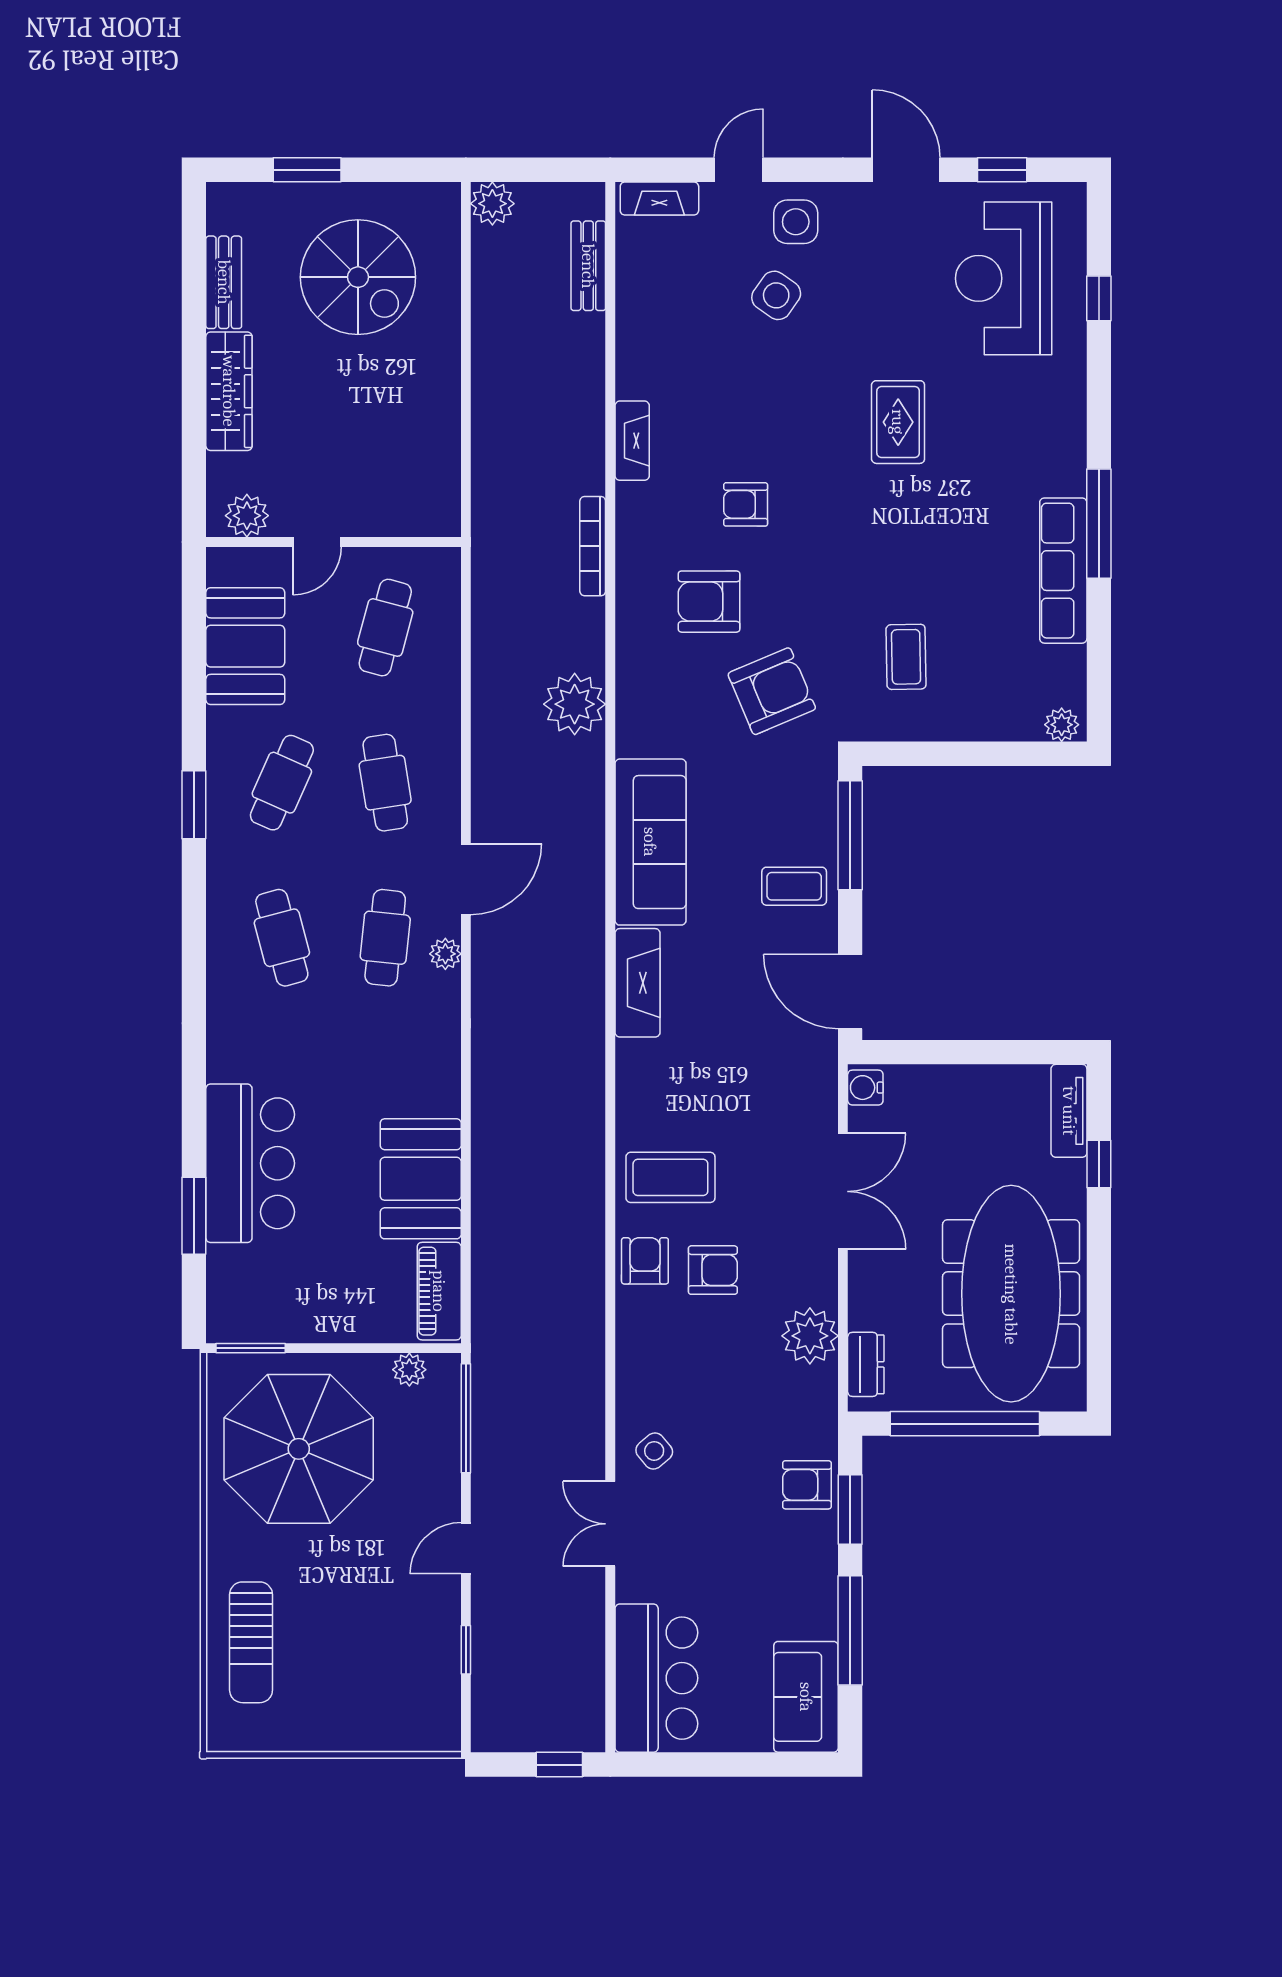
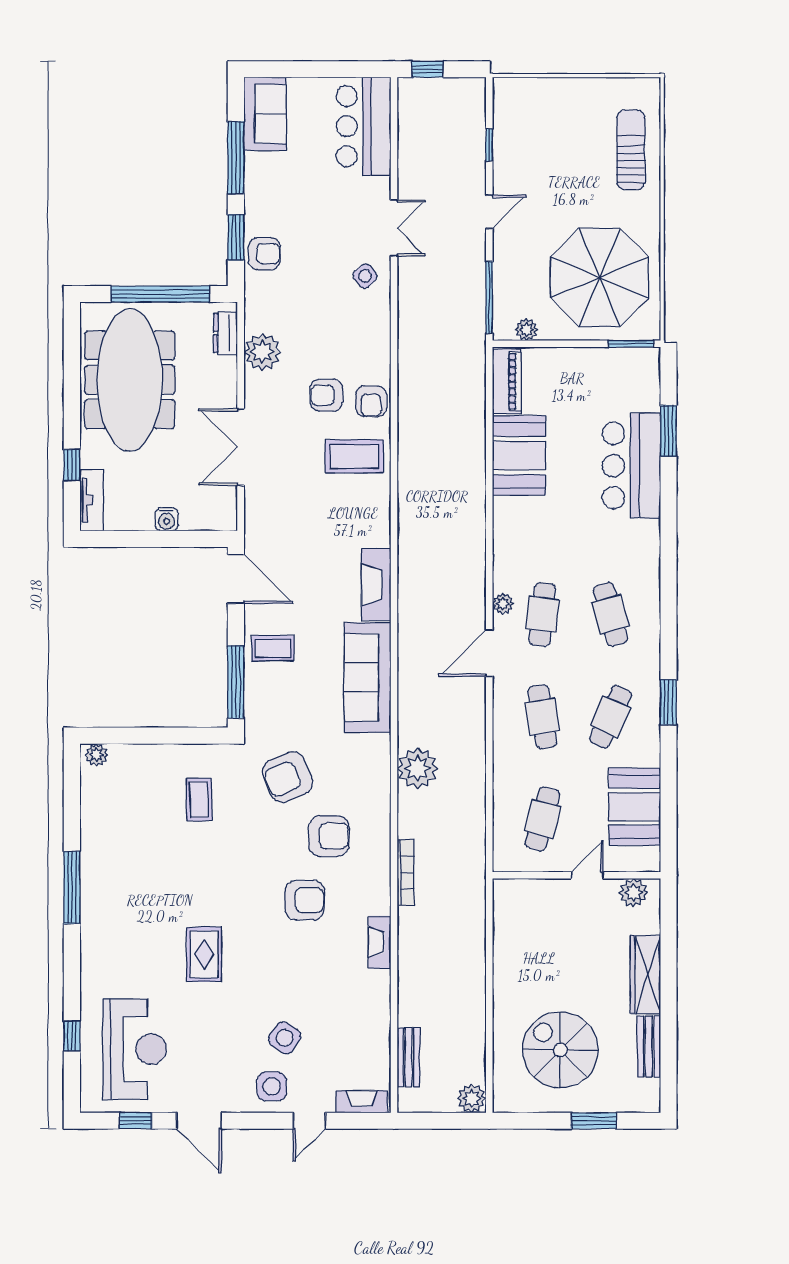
armchair: (746, 504) -> (305, 900), width x1.38, depth x1.38
row of seats: (1063, 571) -> (95, 856), removed
water cooler: (865, 1088) -> (167, 519), moved, turned 90

